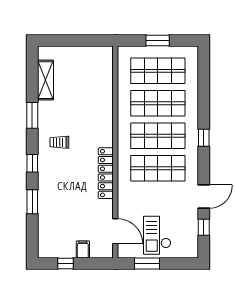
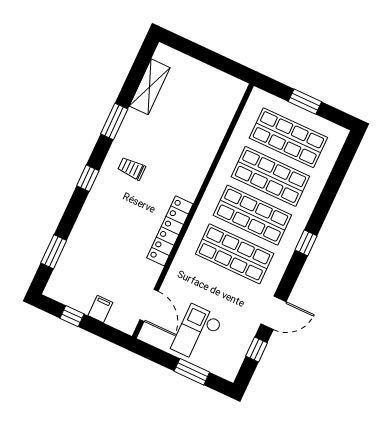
window: (32, 202) -> (54, 252), moved
window: (147, 263) -> (192, 372), moved

